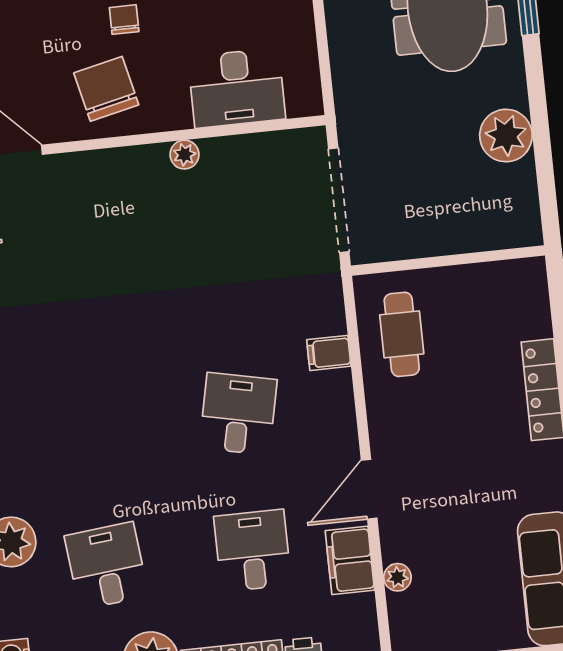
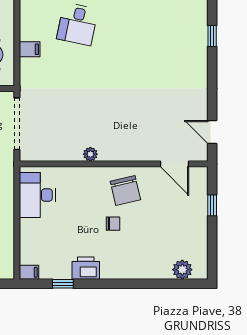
chair: (124, 20) -> (113, 224), turned -90
desk: (237, 88) -> (37, 195), moved, turned -90

